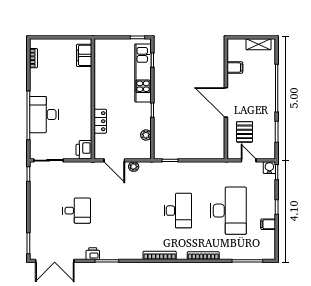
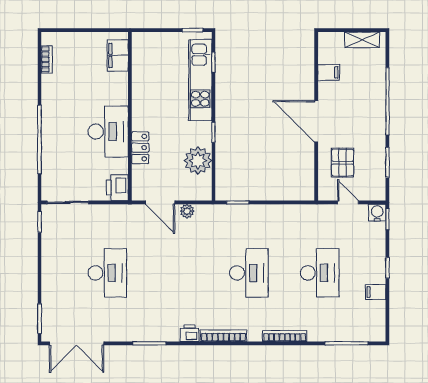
desk: (44, 115) -> (108, 132), moved, turned 180
plant: (146, 135) -> (198, 161), width x1.87, depth x1.87
desk: (77, 211) -> (107, 273), width x1.37
desk: (228, 211) -> (320, 273), width x0.73, depth x0.77
printer: (93, 254) -> (190, 333), moved

